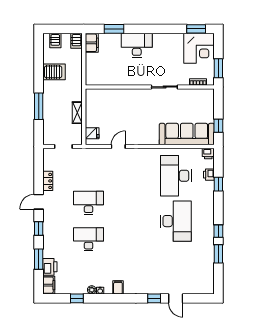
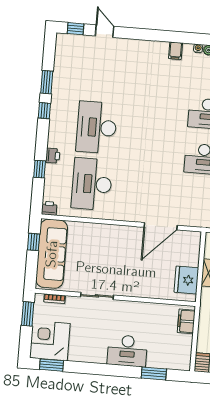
filing cabinet: (92, 43) -> (186, 321), moved
fridge: (92, 133) -> (186, 280), moved, width x1.88, depth x1.34
sofa: (187, 134) -> (52, 254), moved, turned -90
door: (118, 147) -> (161, 226), width x1.87
printer: (209, 175) -> (53, 156), moved
desk: (176, 176) -> (92, 184), turned 180
window: (154, 298) -> (76, 29), moved

